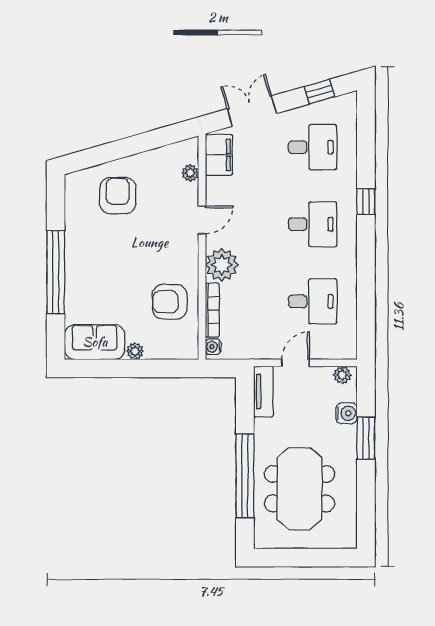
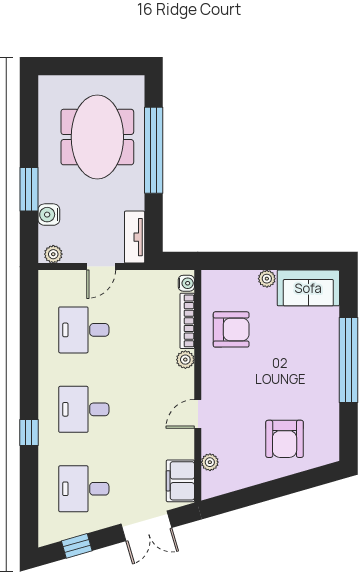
plant: (222, 265) -> (185, 360), width x0.53, depth x0.53

